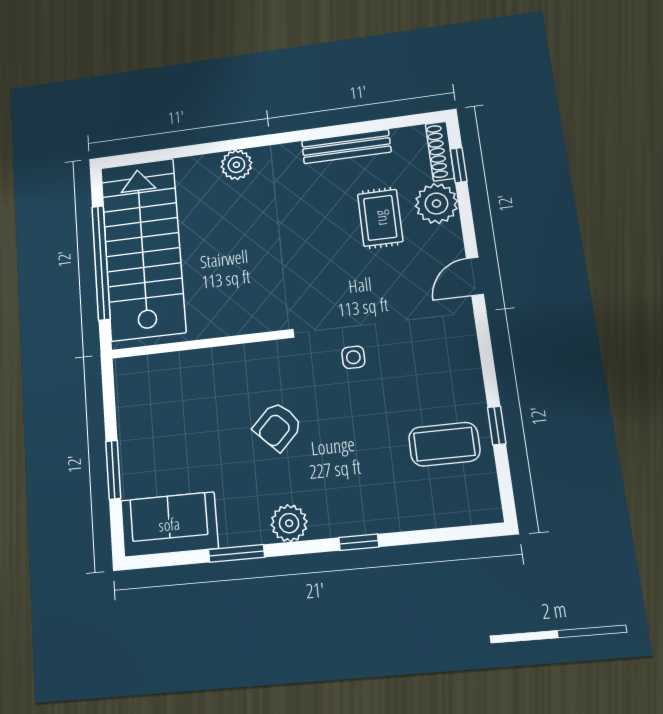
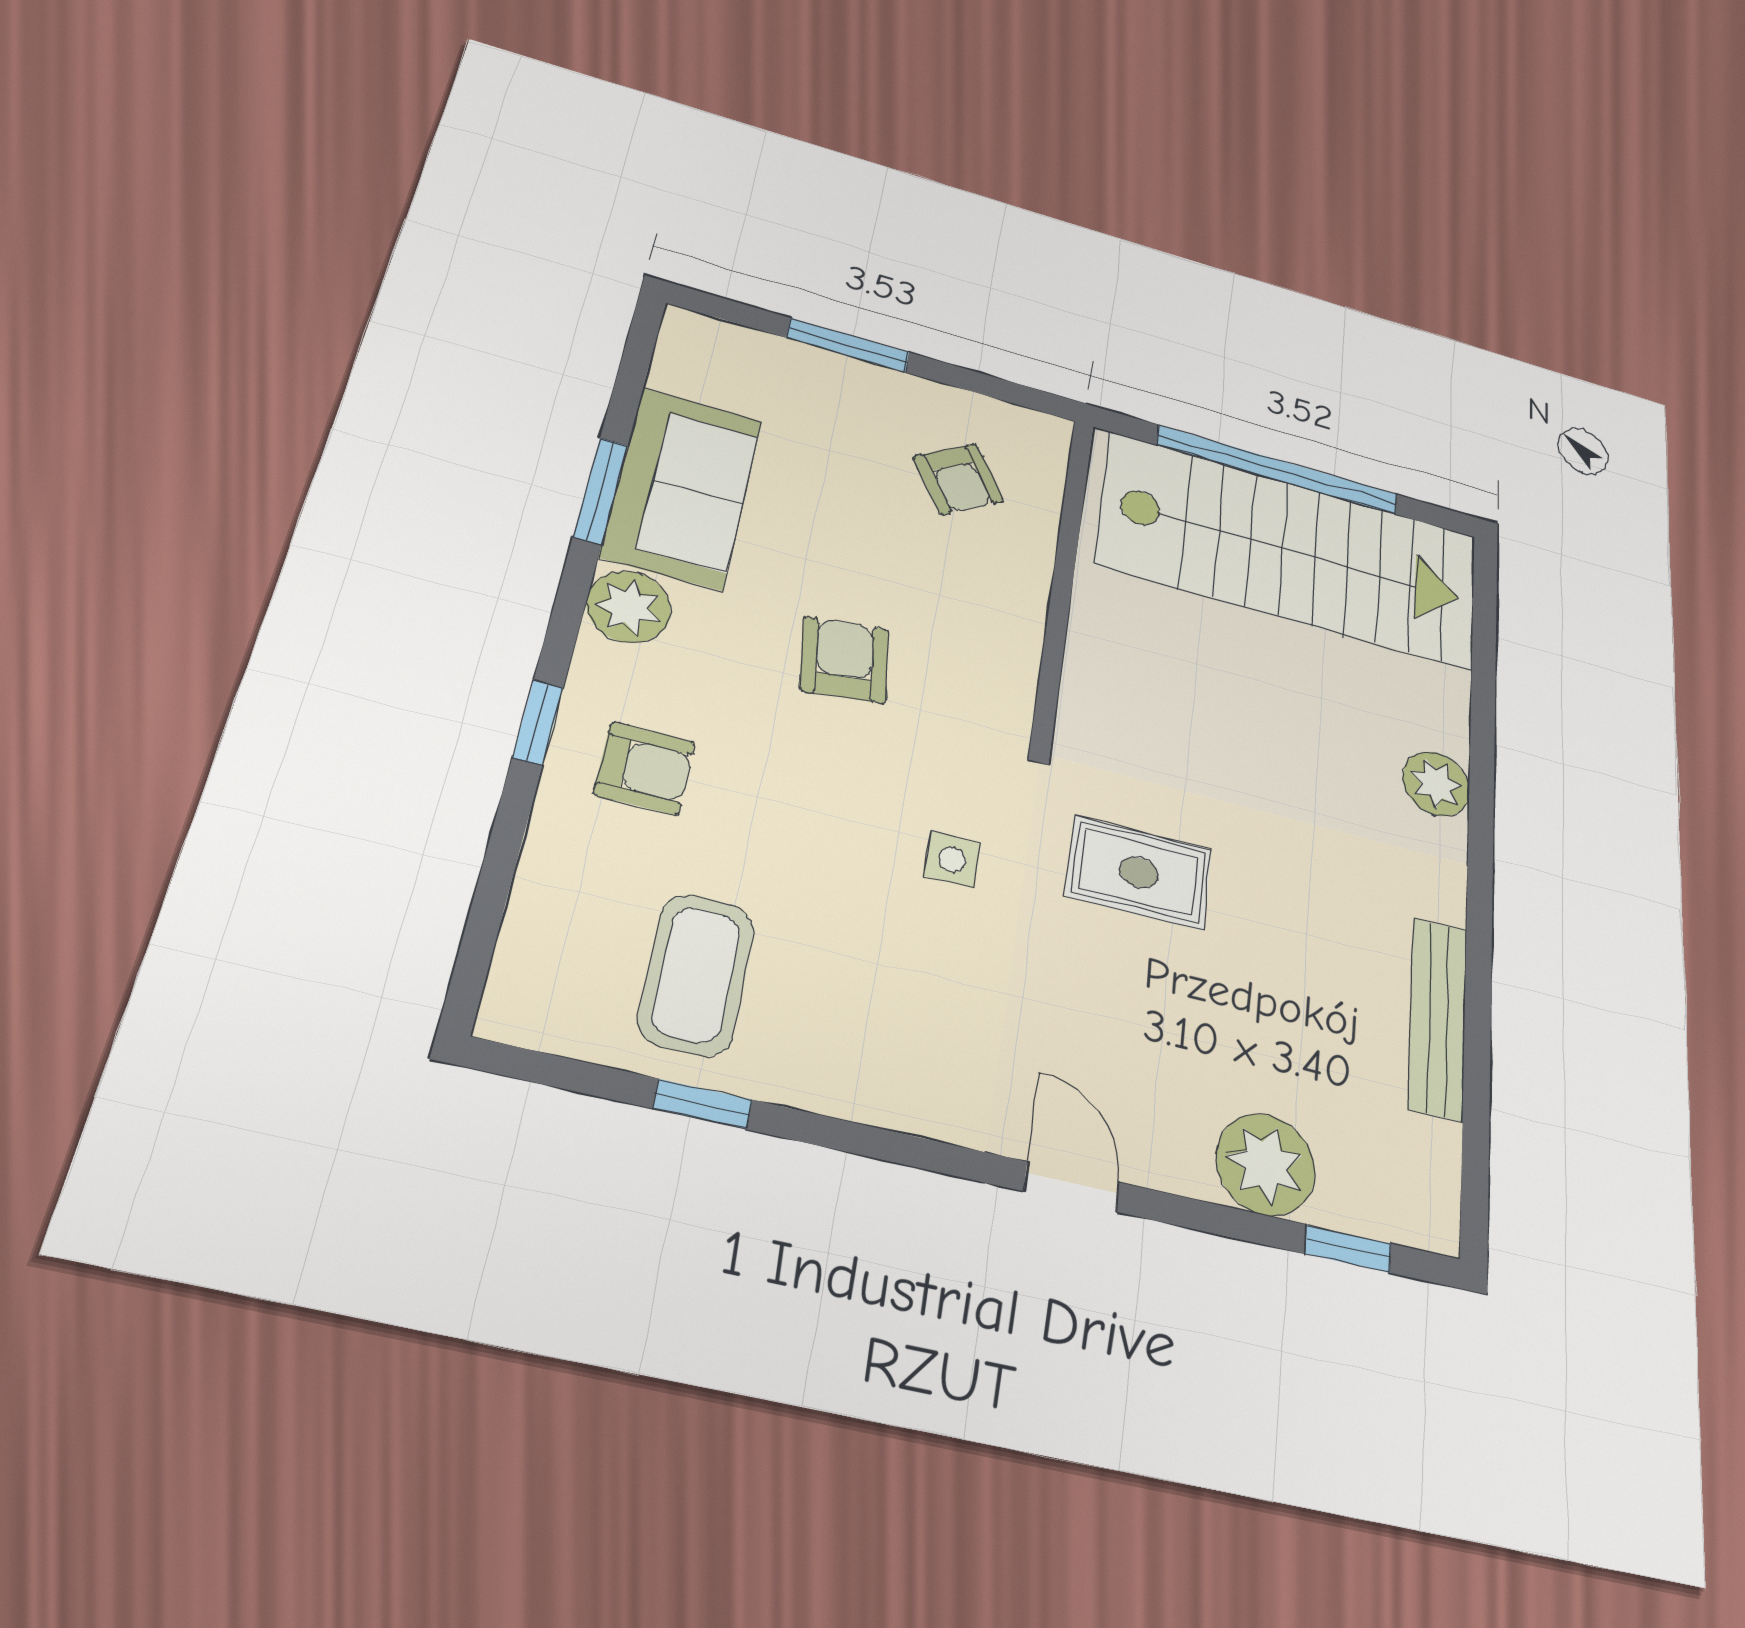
shoe rack: (440, 151) -> (1390, 1218), removed
rug: (380, 218) -> (1139, 873), moved
armchair: (166, 402) -> (958, 479), added
armchair: (278, 426) -> (844, 660), turned 38
armchair: (362, 493) -> (645, 768), added
sofa: (169, 524) -> (682, 488), moved

